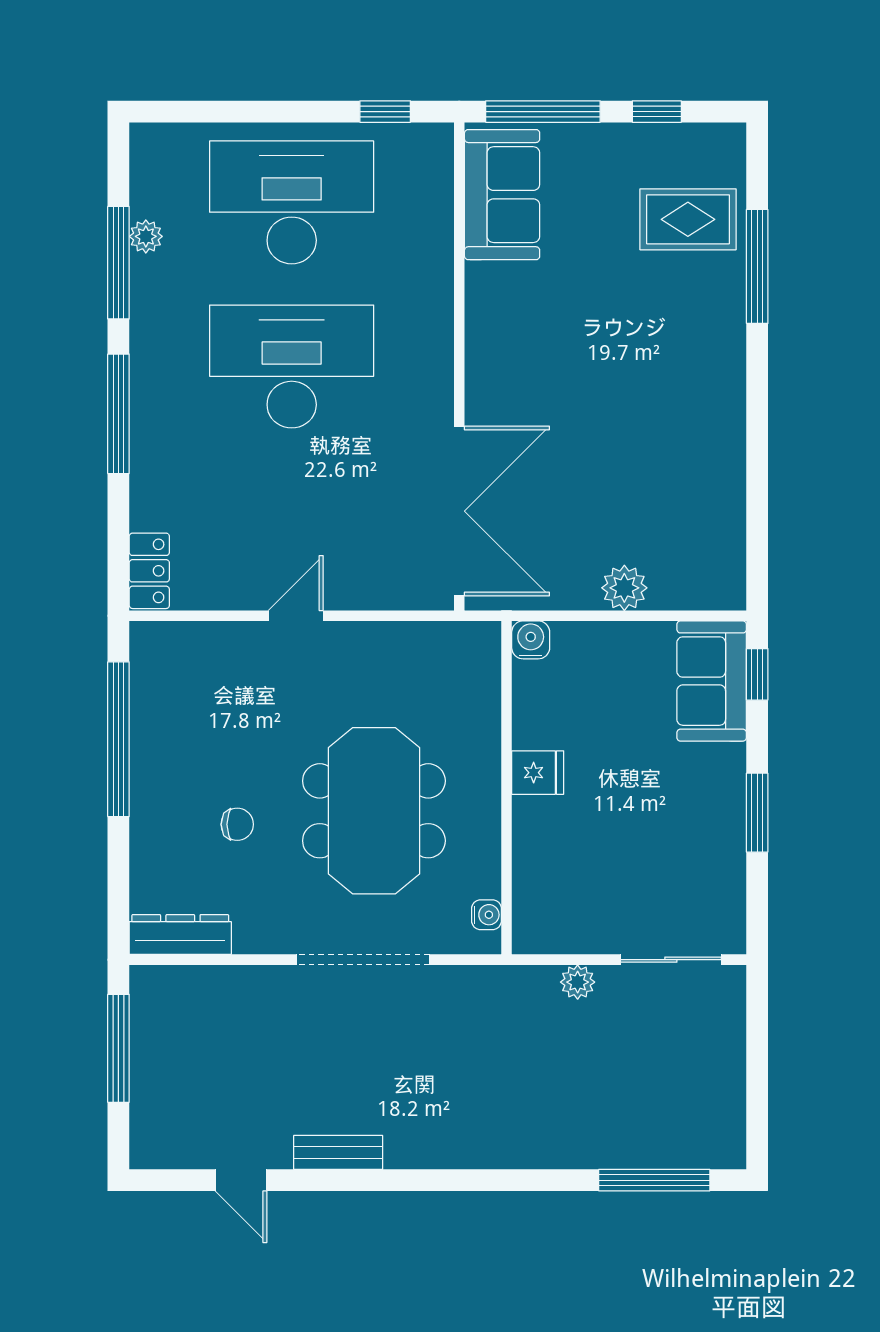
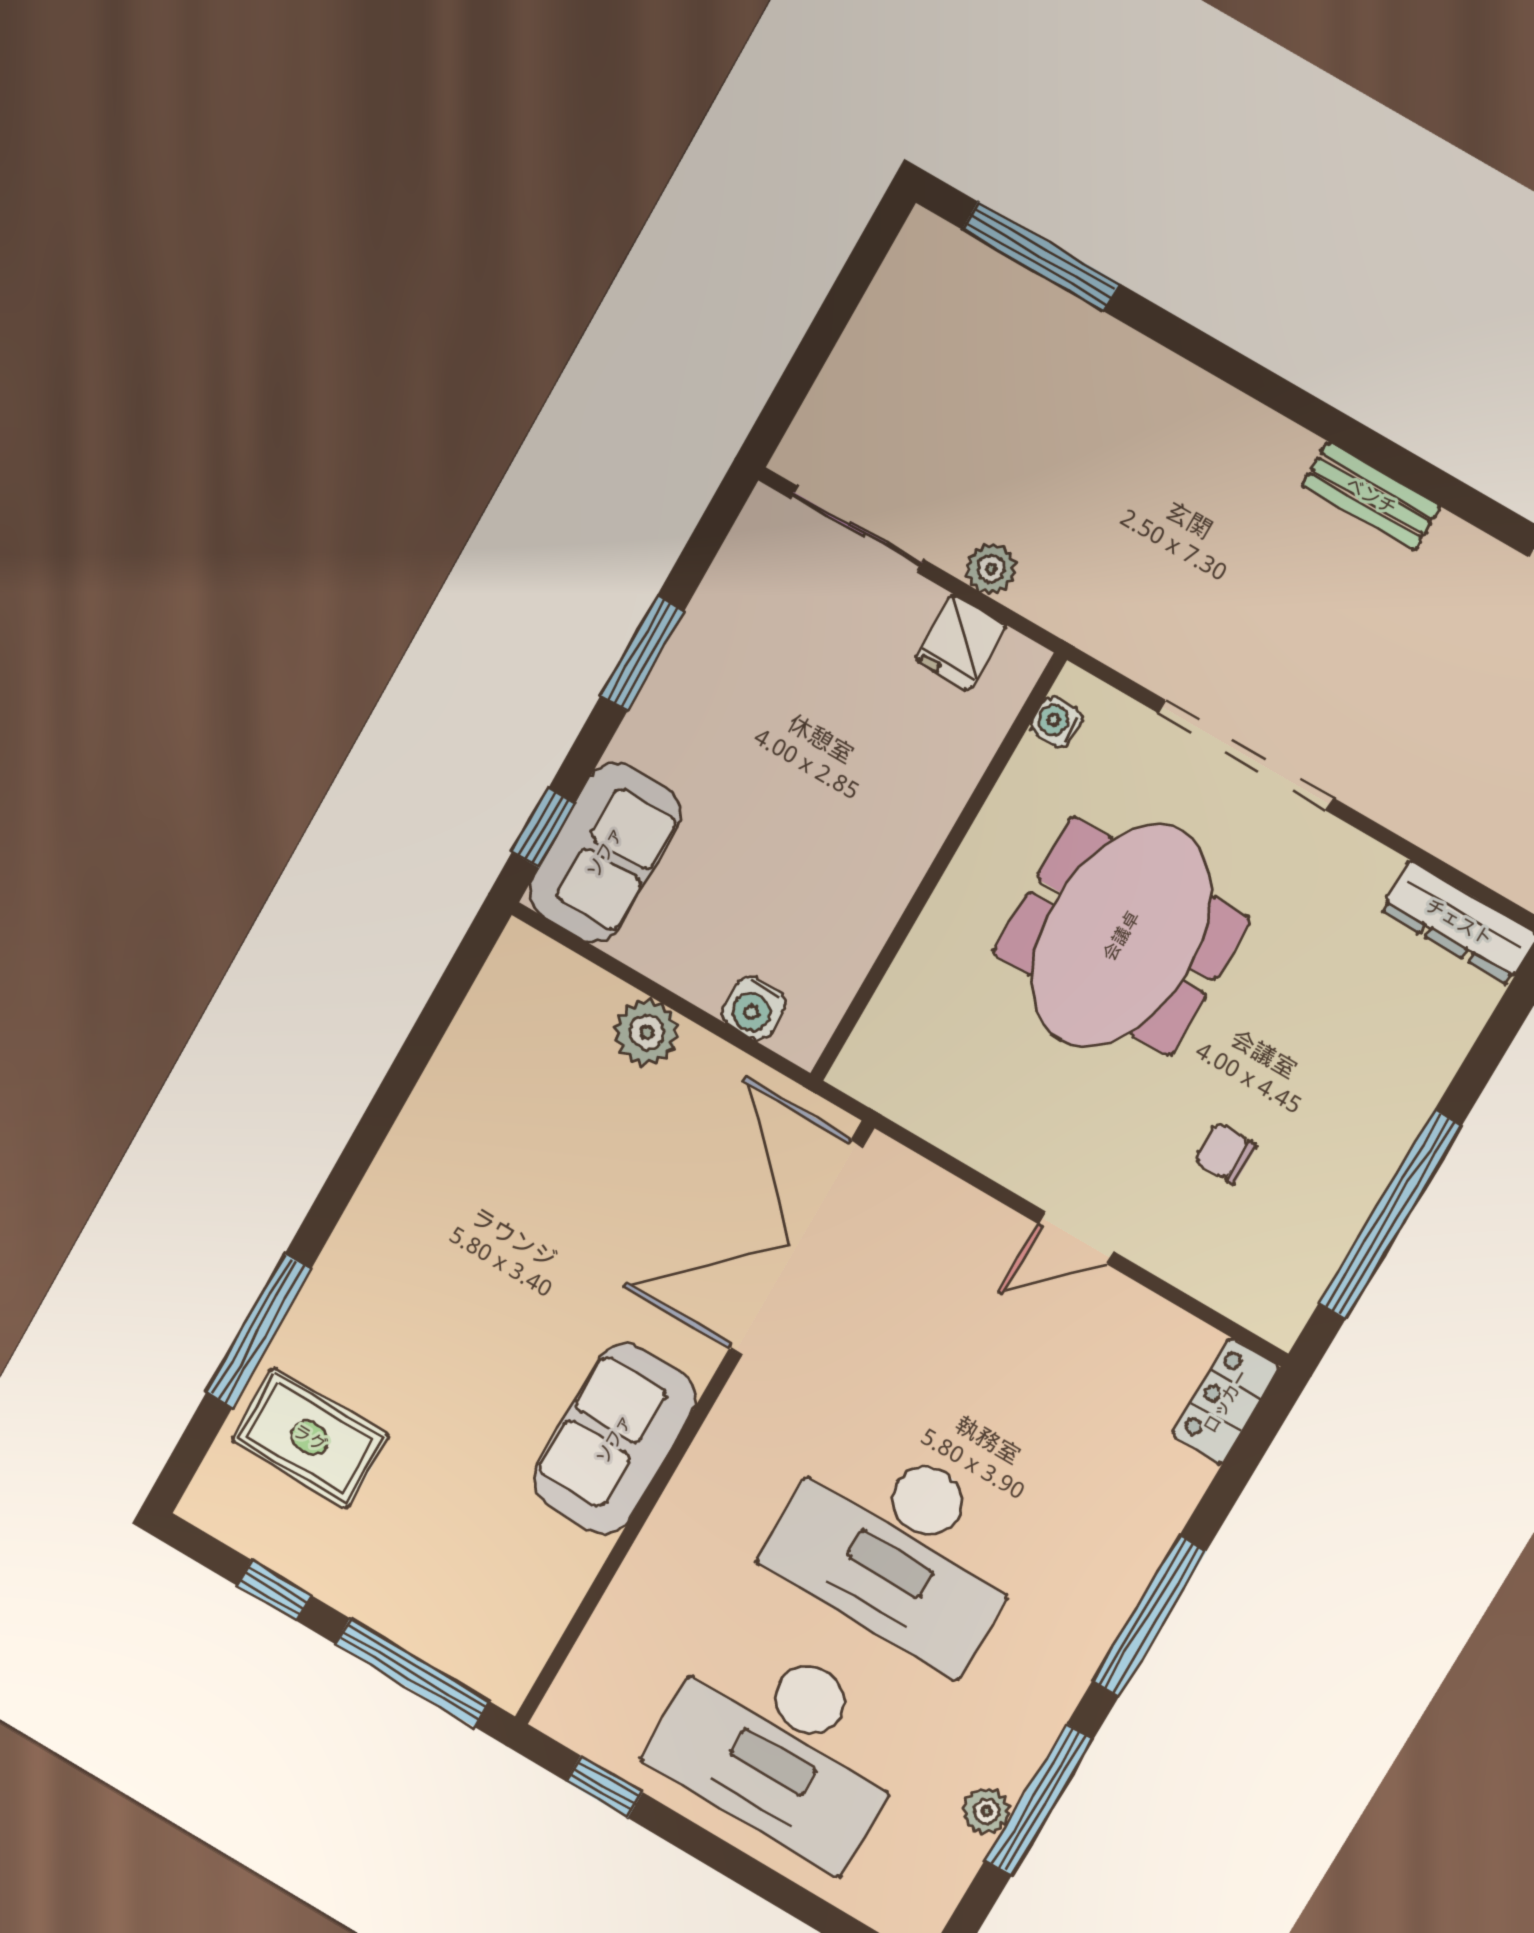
sofa: (502, 195) -> (614, 1439), moved
water cooler: (531, 640) -> (754, 1008), moved
fridge: (538, 773) -> (961, 642), moved, turned -90
chair: (237, 824) -> (1225, 1153), moved
bench: (338, 1152) -> (1371, 496), moved

